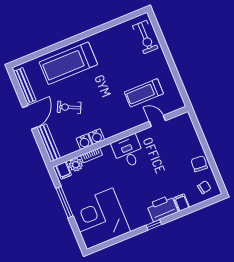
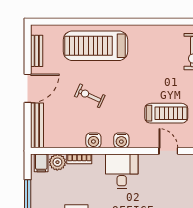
bench: (25, 86) -> (37, 51), width x0.73
treadmill: (144, 93) -> (166, 113), turned 180
exercise bike: (69, 107) -> (90, 96), moved
water cooler: (84, 142) -> (121, 140), moved

